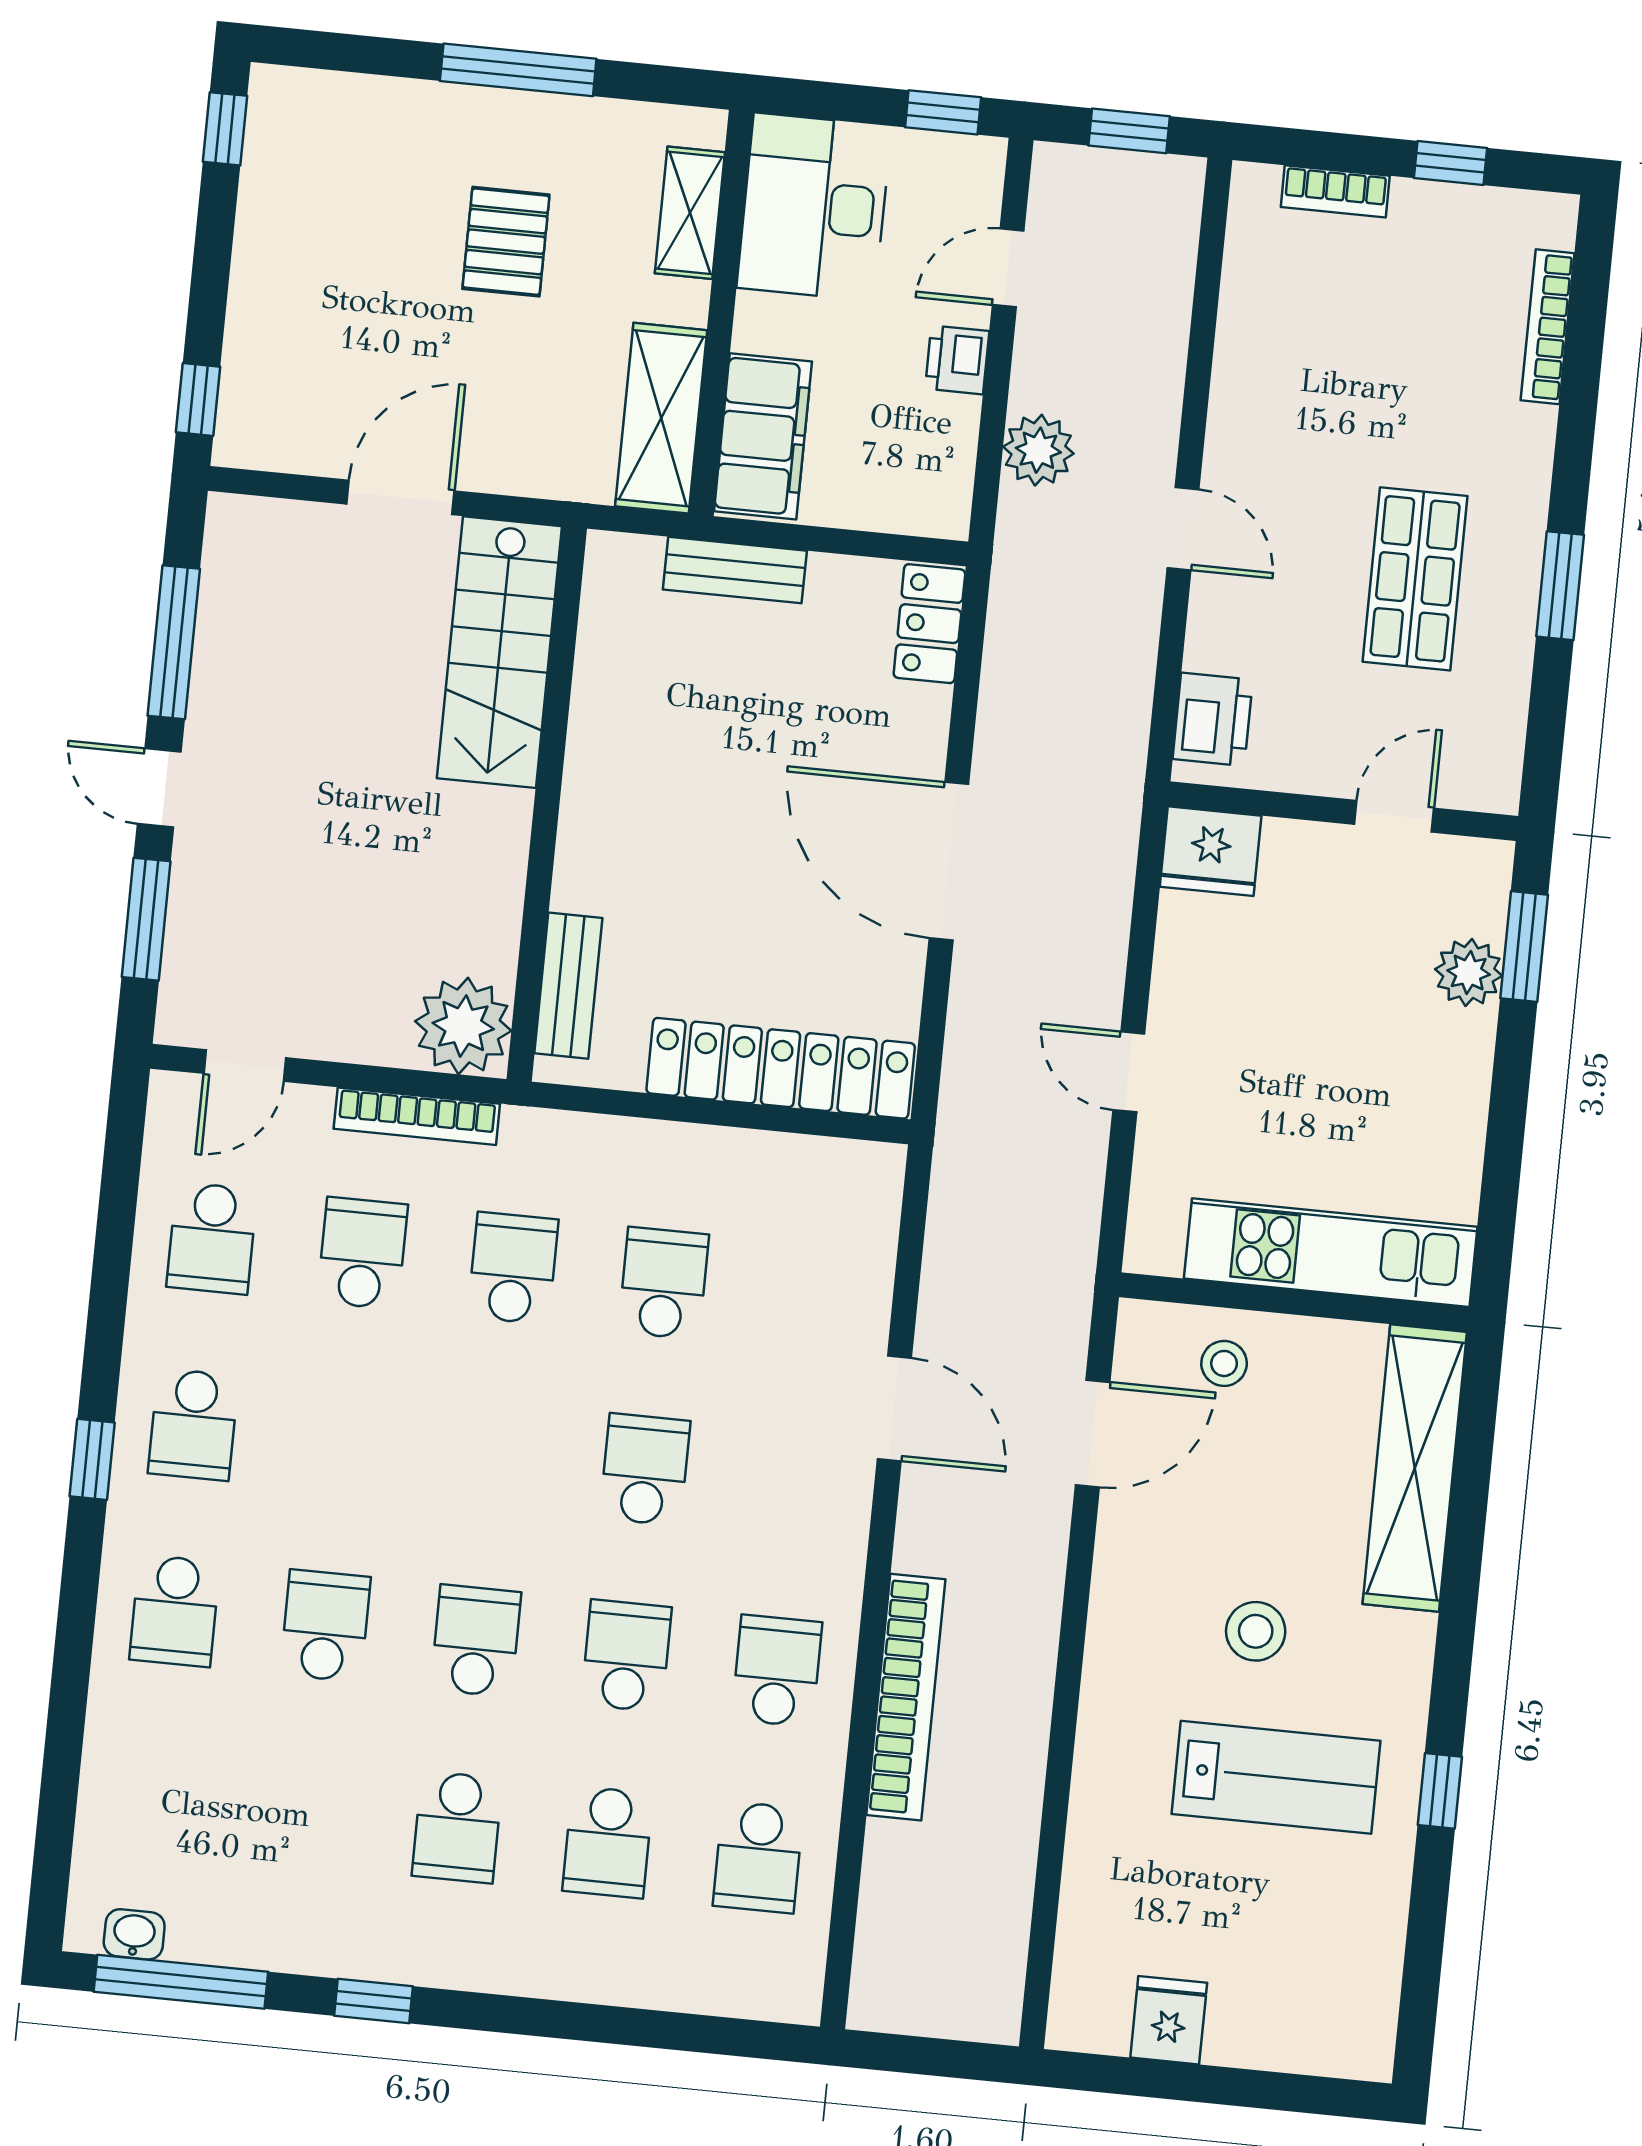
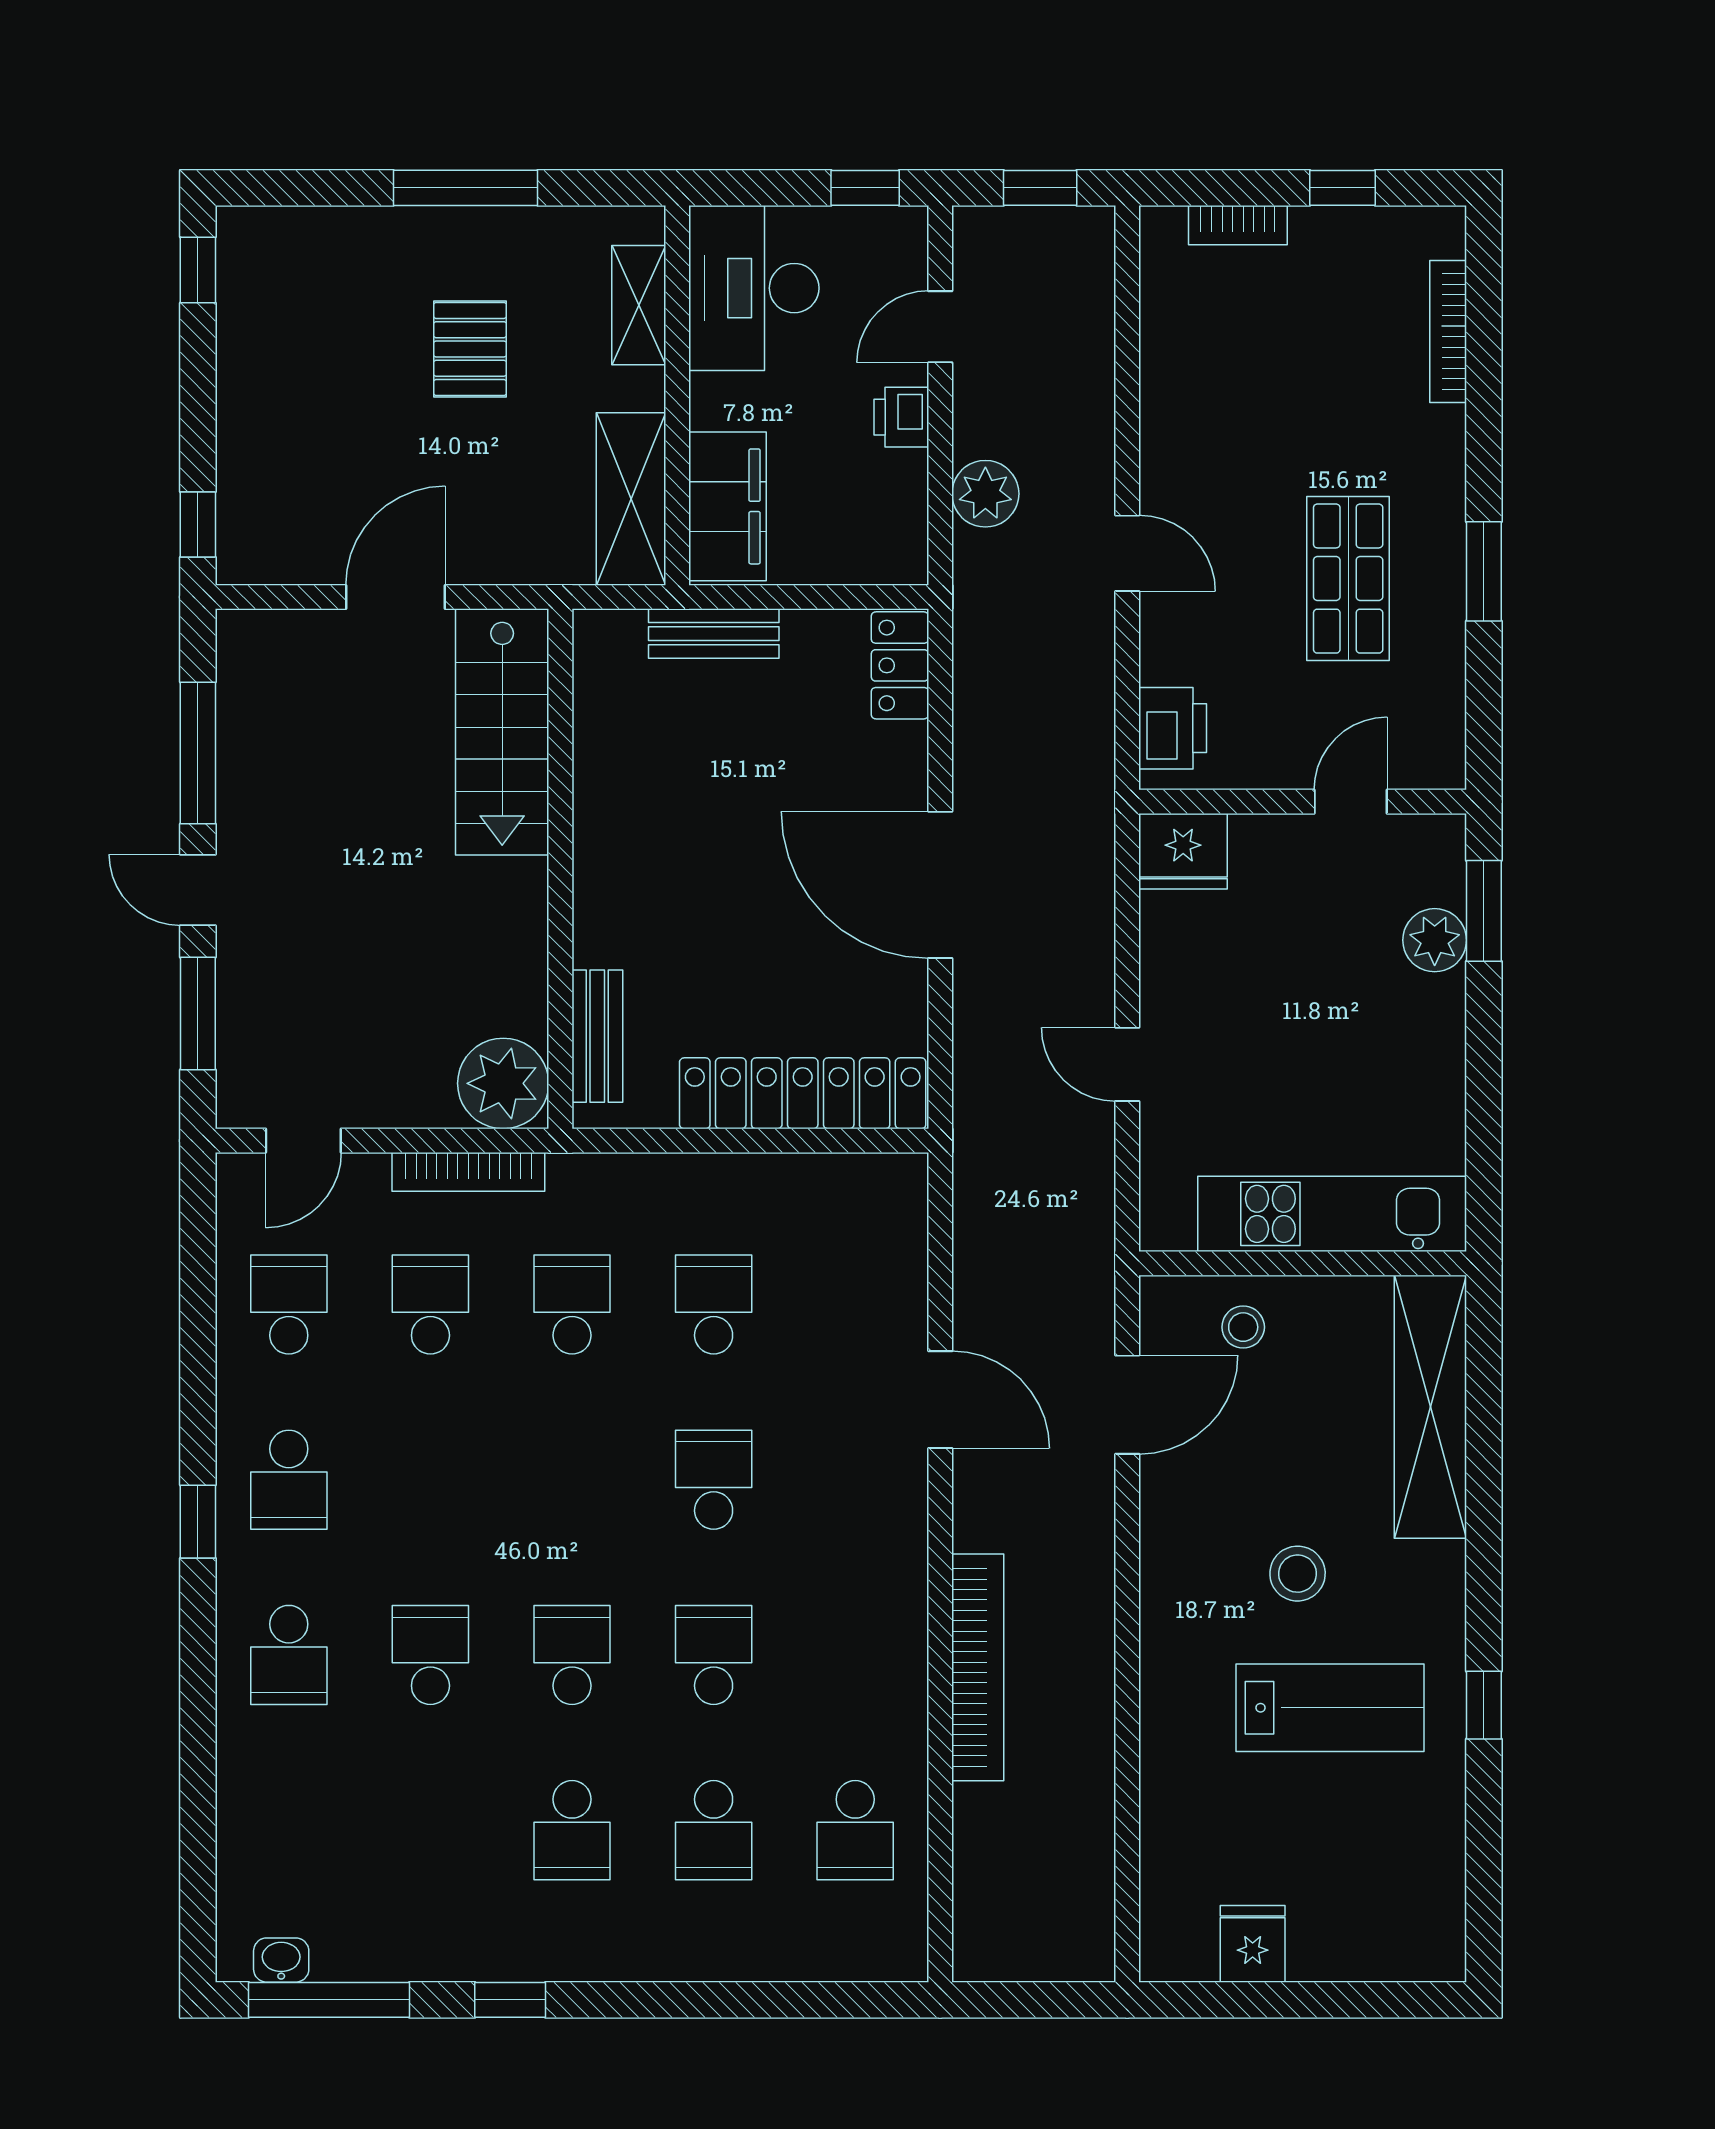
school desk: (212, 1238) -> (289, 1304), turned 180
school desk: (777, 1671) -> (855, 1655), removed

